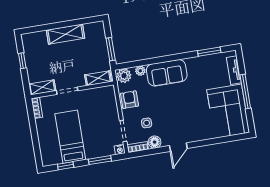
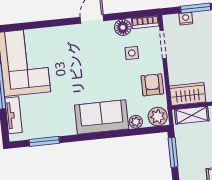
wardrobe: (102, 94) -> (188, 94), added
armchair: (129, 100) -> (152, 85), turned 180
nightstand: (120, 150) -> (186, 19), moved

